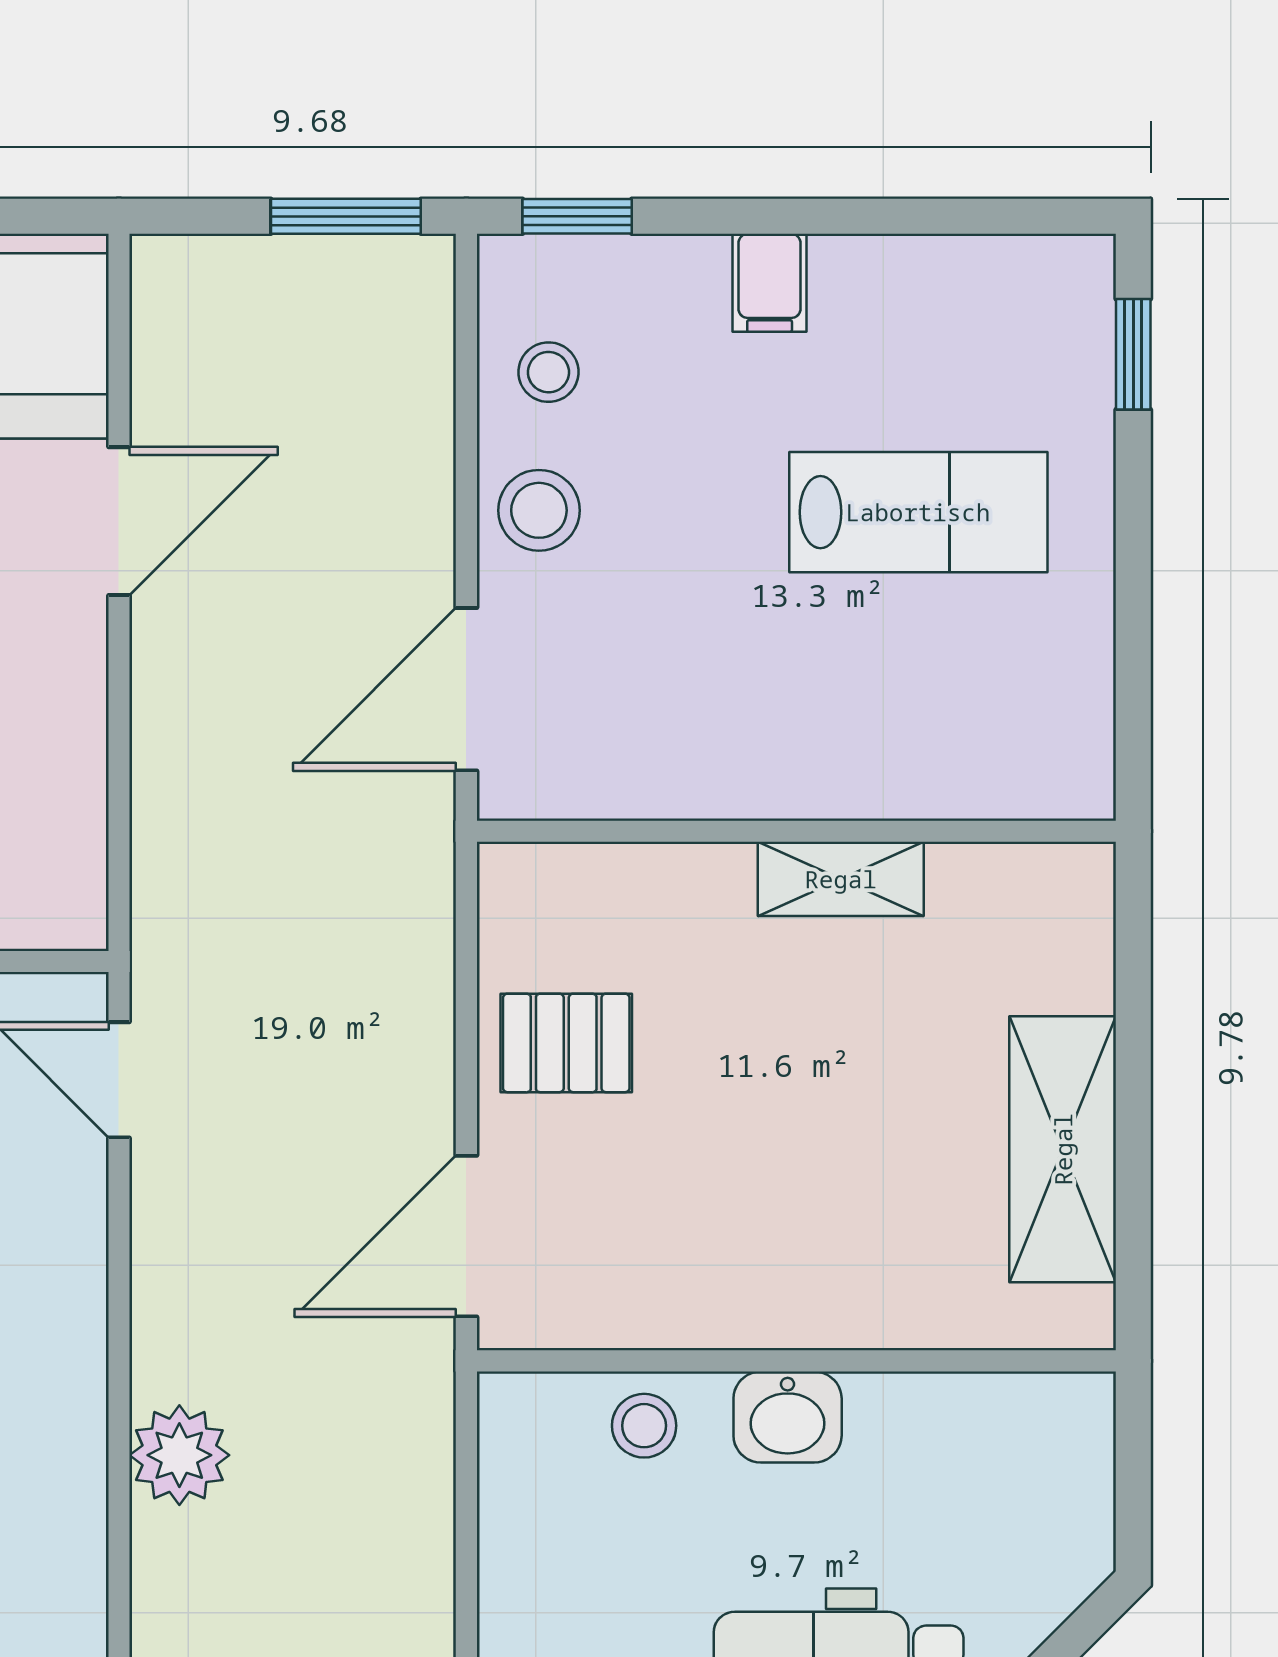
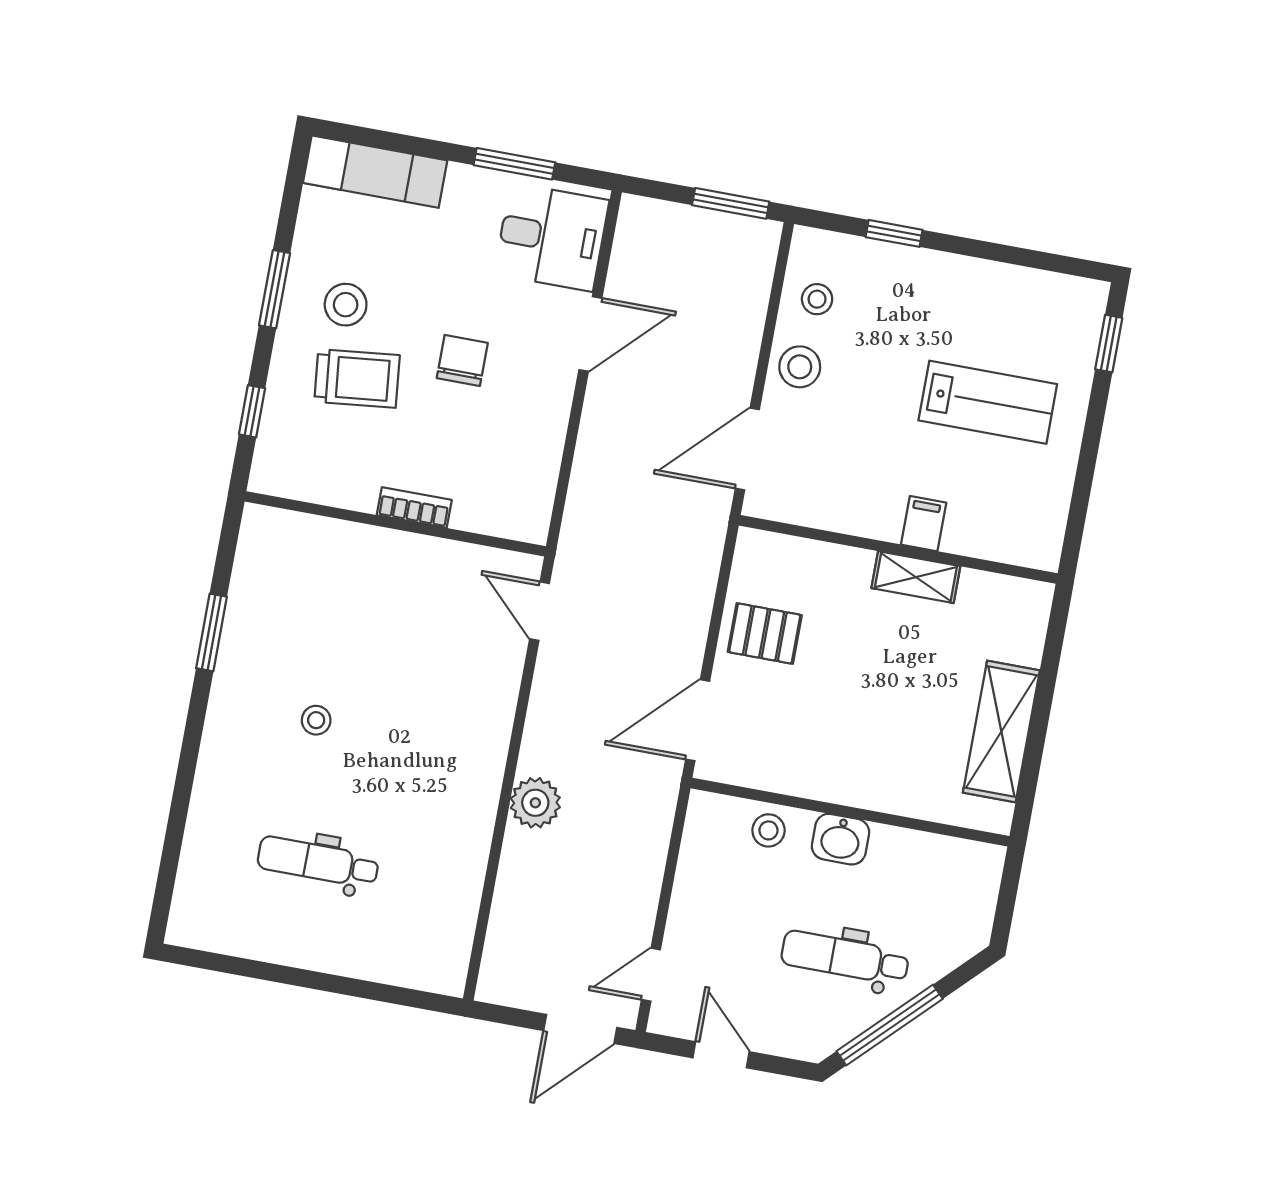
window: (577, 216) -> (894, 233), moved
filing cabinet: (770, 283) -> (924, 524), moved, turned 180

